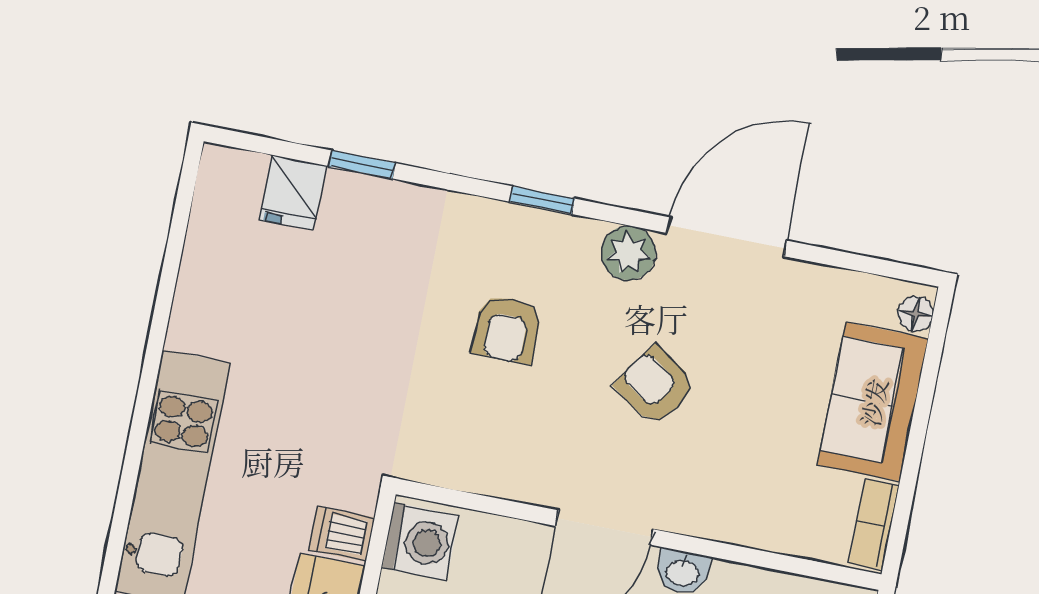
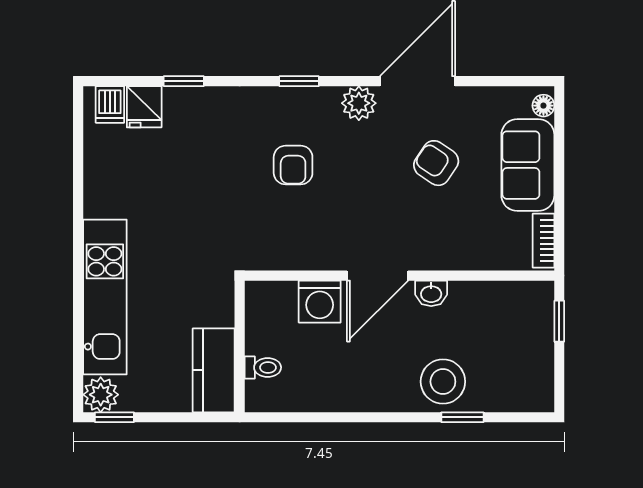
armchair: (655, 386) -> (436, 163), moved
dishwasher: (342, 534) -> (110, 104), moved, turned -90
washing machine: (420, 542) -> (320, 302), moved, turned 90

